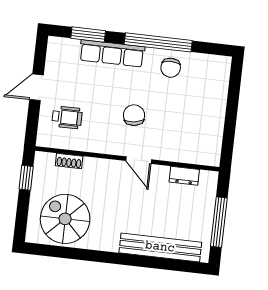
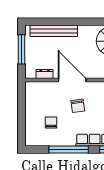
chair: (171, 68) -> (51, 122), moved
door: (139, 160) -> (72, 80), width x1.88

